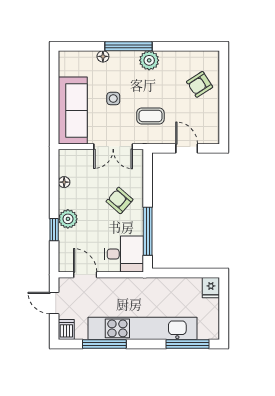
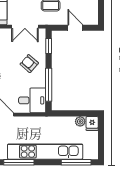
window: (148, 175) -> (49, 46), added
plant: (194, 285) -> (80, 121), added

